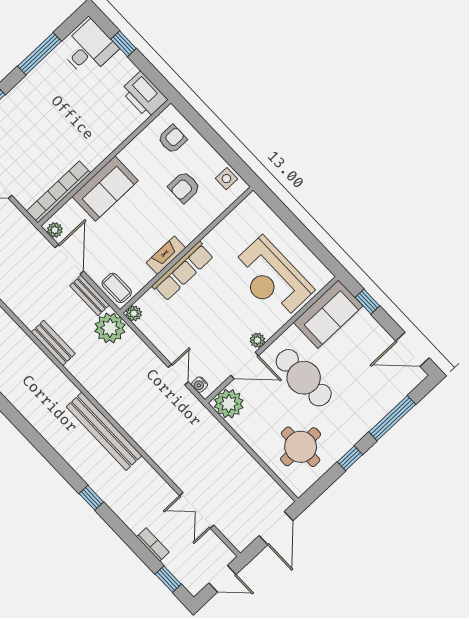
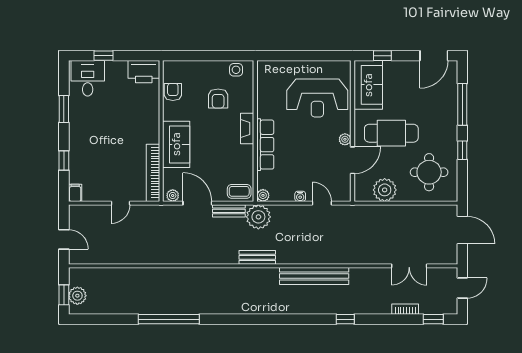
window: (40, 54) -> (64, 109), width x0.69
armchair: (172, 139) -> (173, 92), moved
fireplace: (166, 255) -> (247, 128), moved
bench: (53, 343) -> (257, 257), moved
water cooler: (200, 385) -> (300, 196), moved
plant: (229, 404) -> (385, 190), moved

